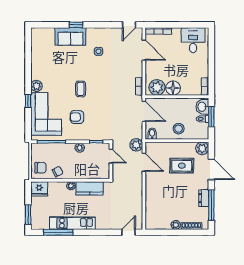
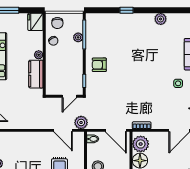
plant: (36, 86) -> (161, 19), moved
coffee table: (81, 89) -> (139, 65), removed
door: (144, 111) -> (116, 130), hinge flipped
corner sofa: (46, 114) -> (113, 29), removed
armchair: (77, 117) -> (99, 65), moved, turned -90
plant: (80, 148) -> (78, 37), moved
door: (144, 162) -> (63, 130), hinge flipped

